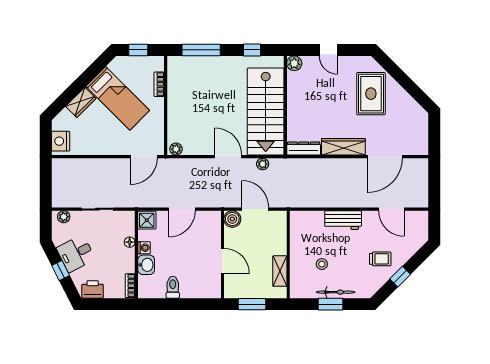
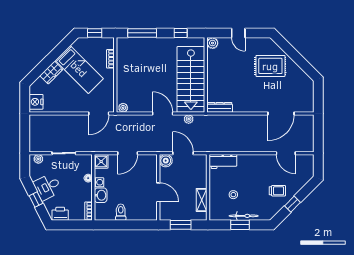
rug: (371, 94) -> (270, 66), turned 90
wardrobe: (343, 147) -> (250, 106), removed
workbench: (343, 220) -> (223, 161), moved

